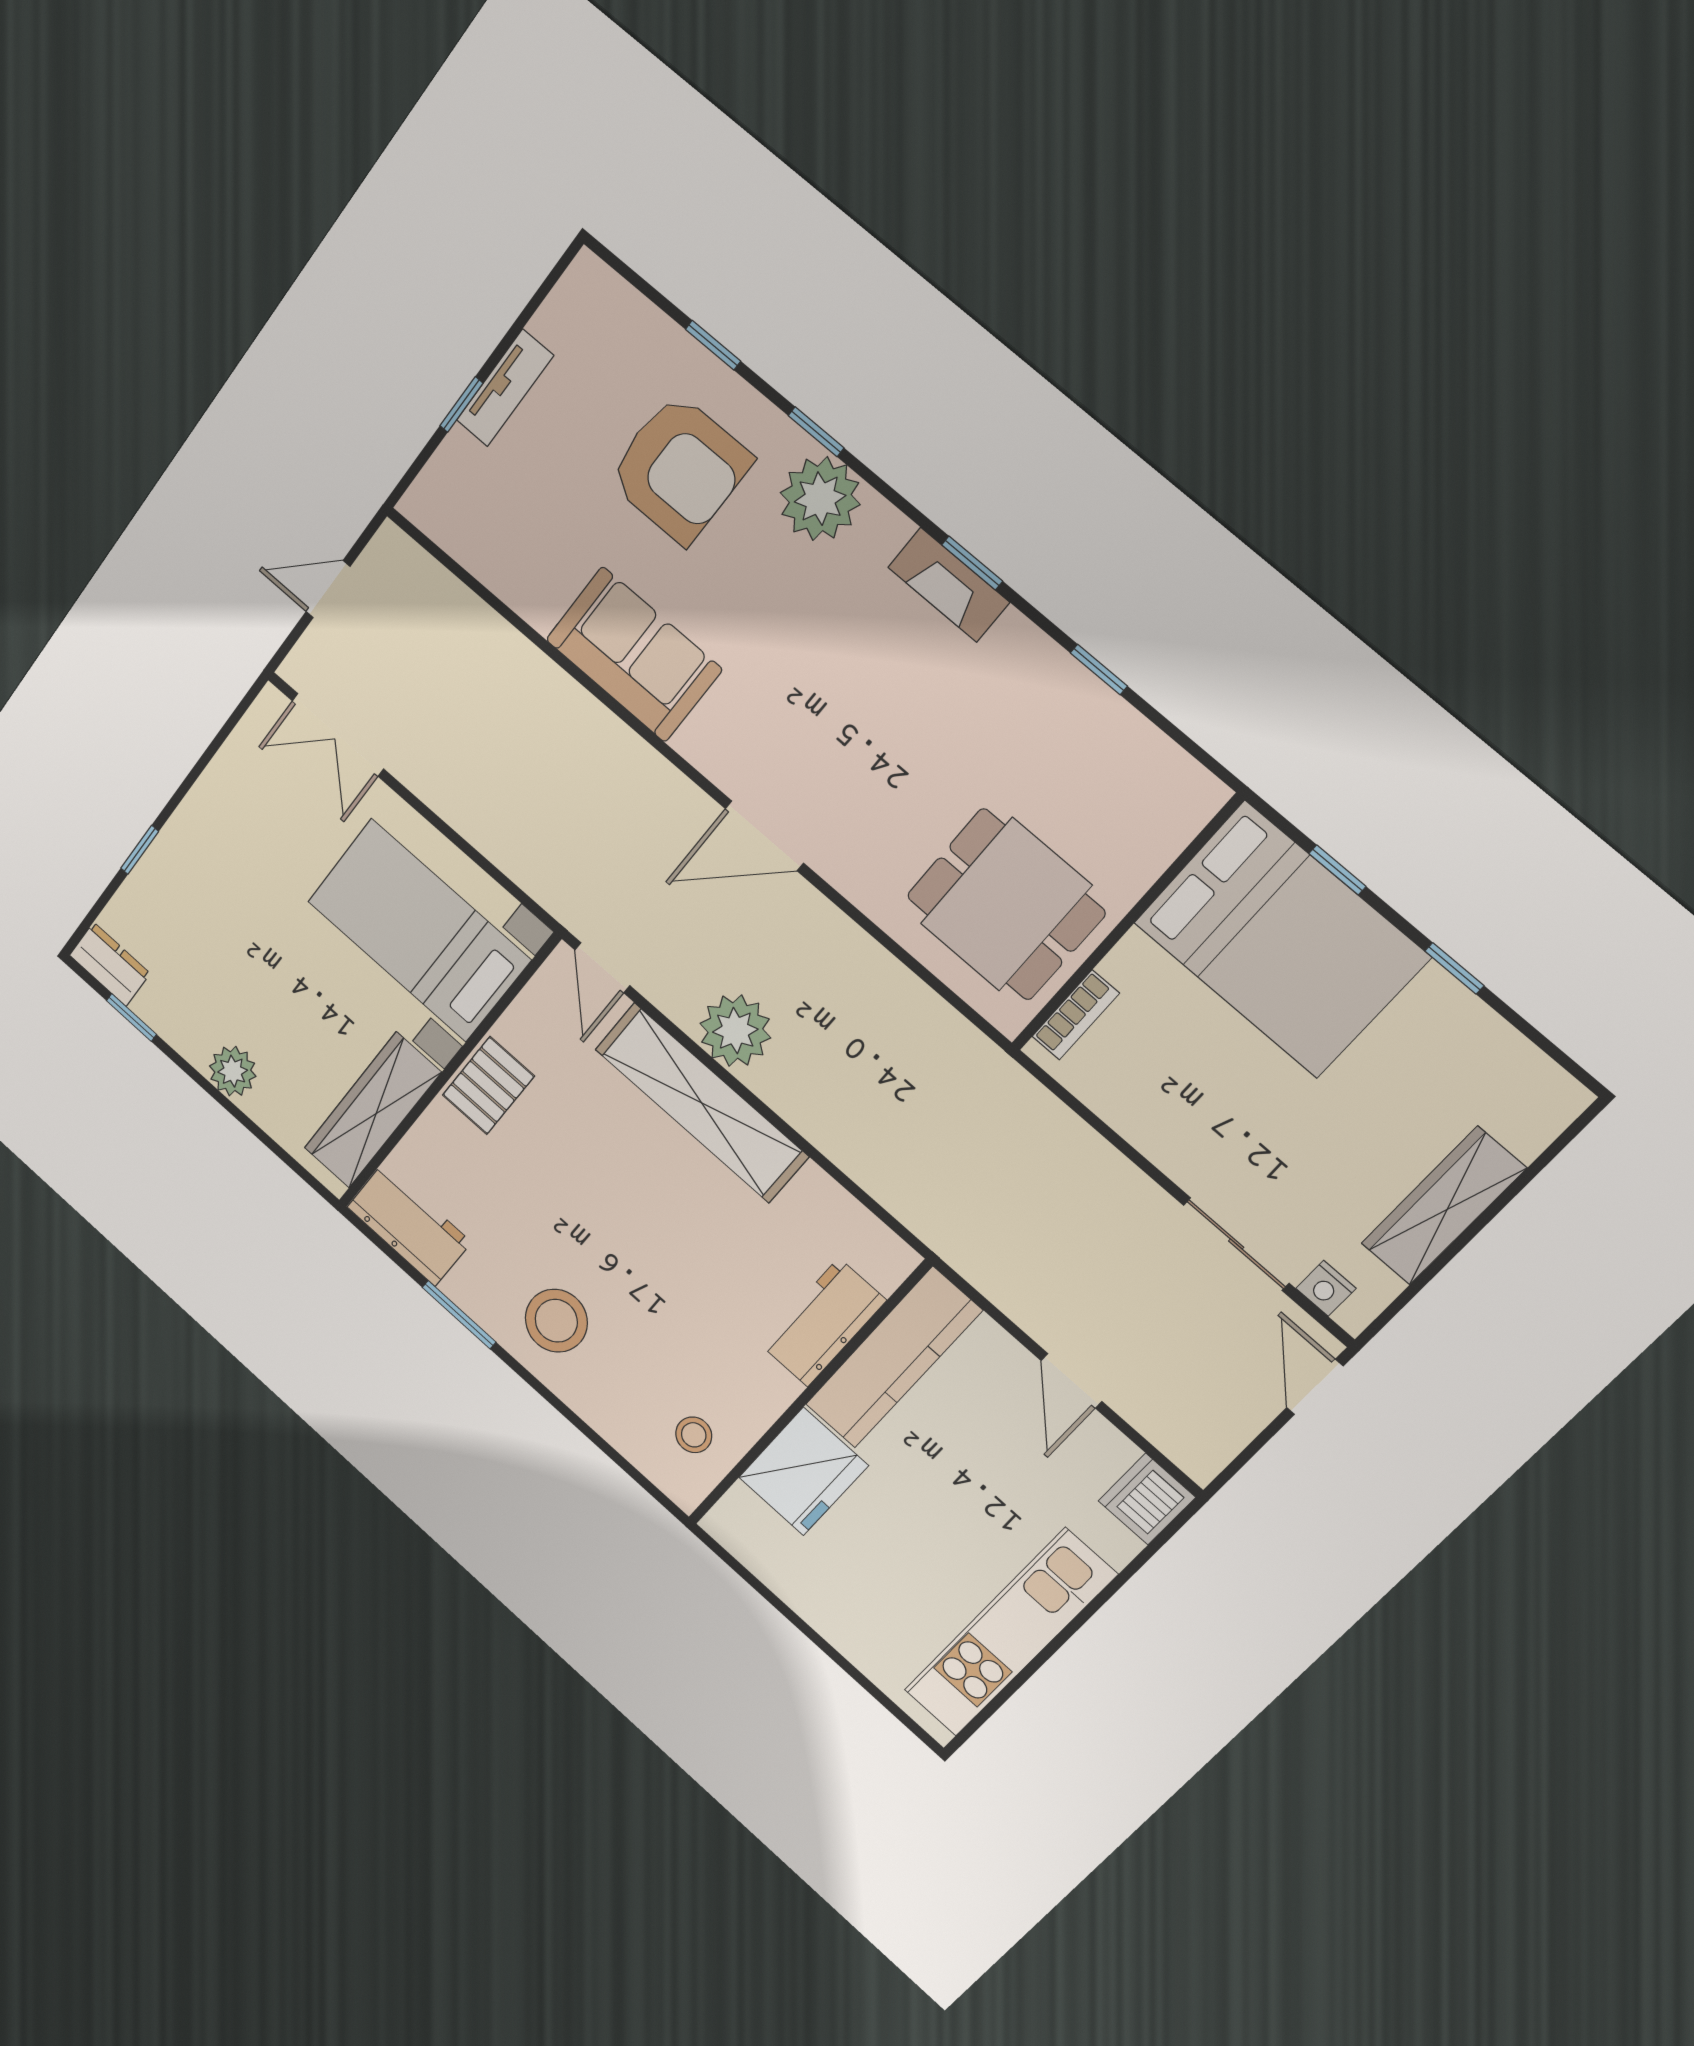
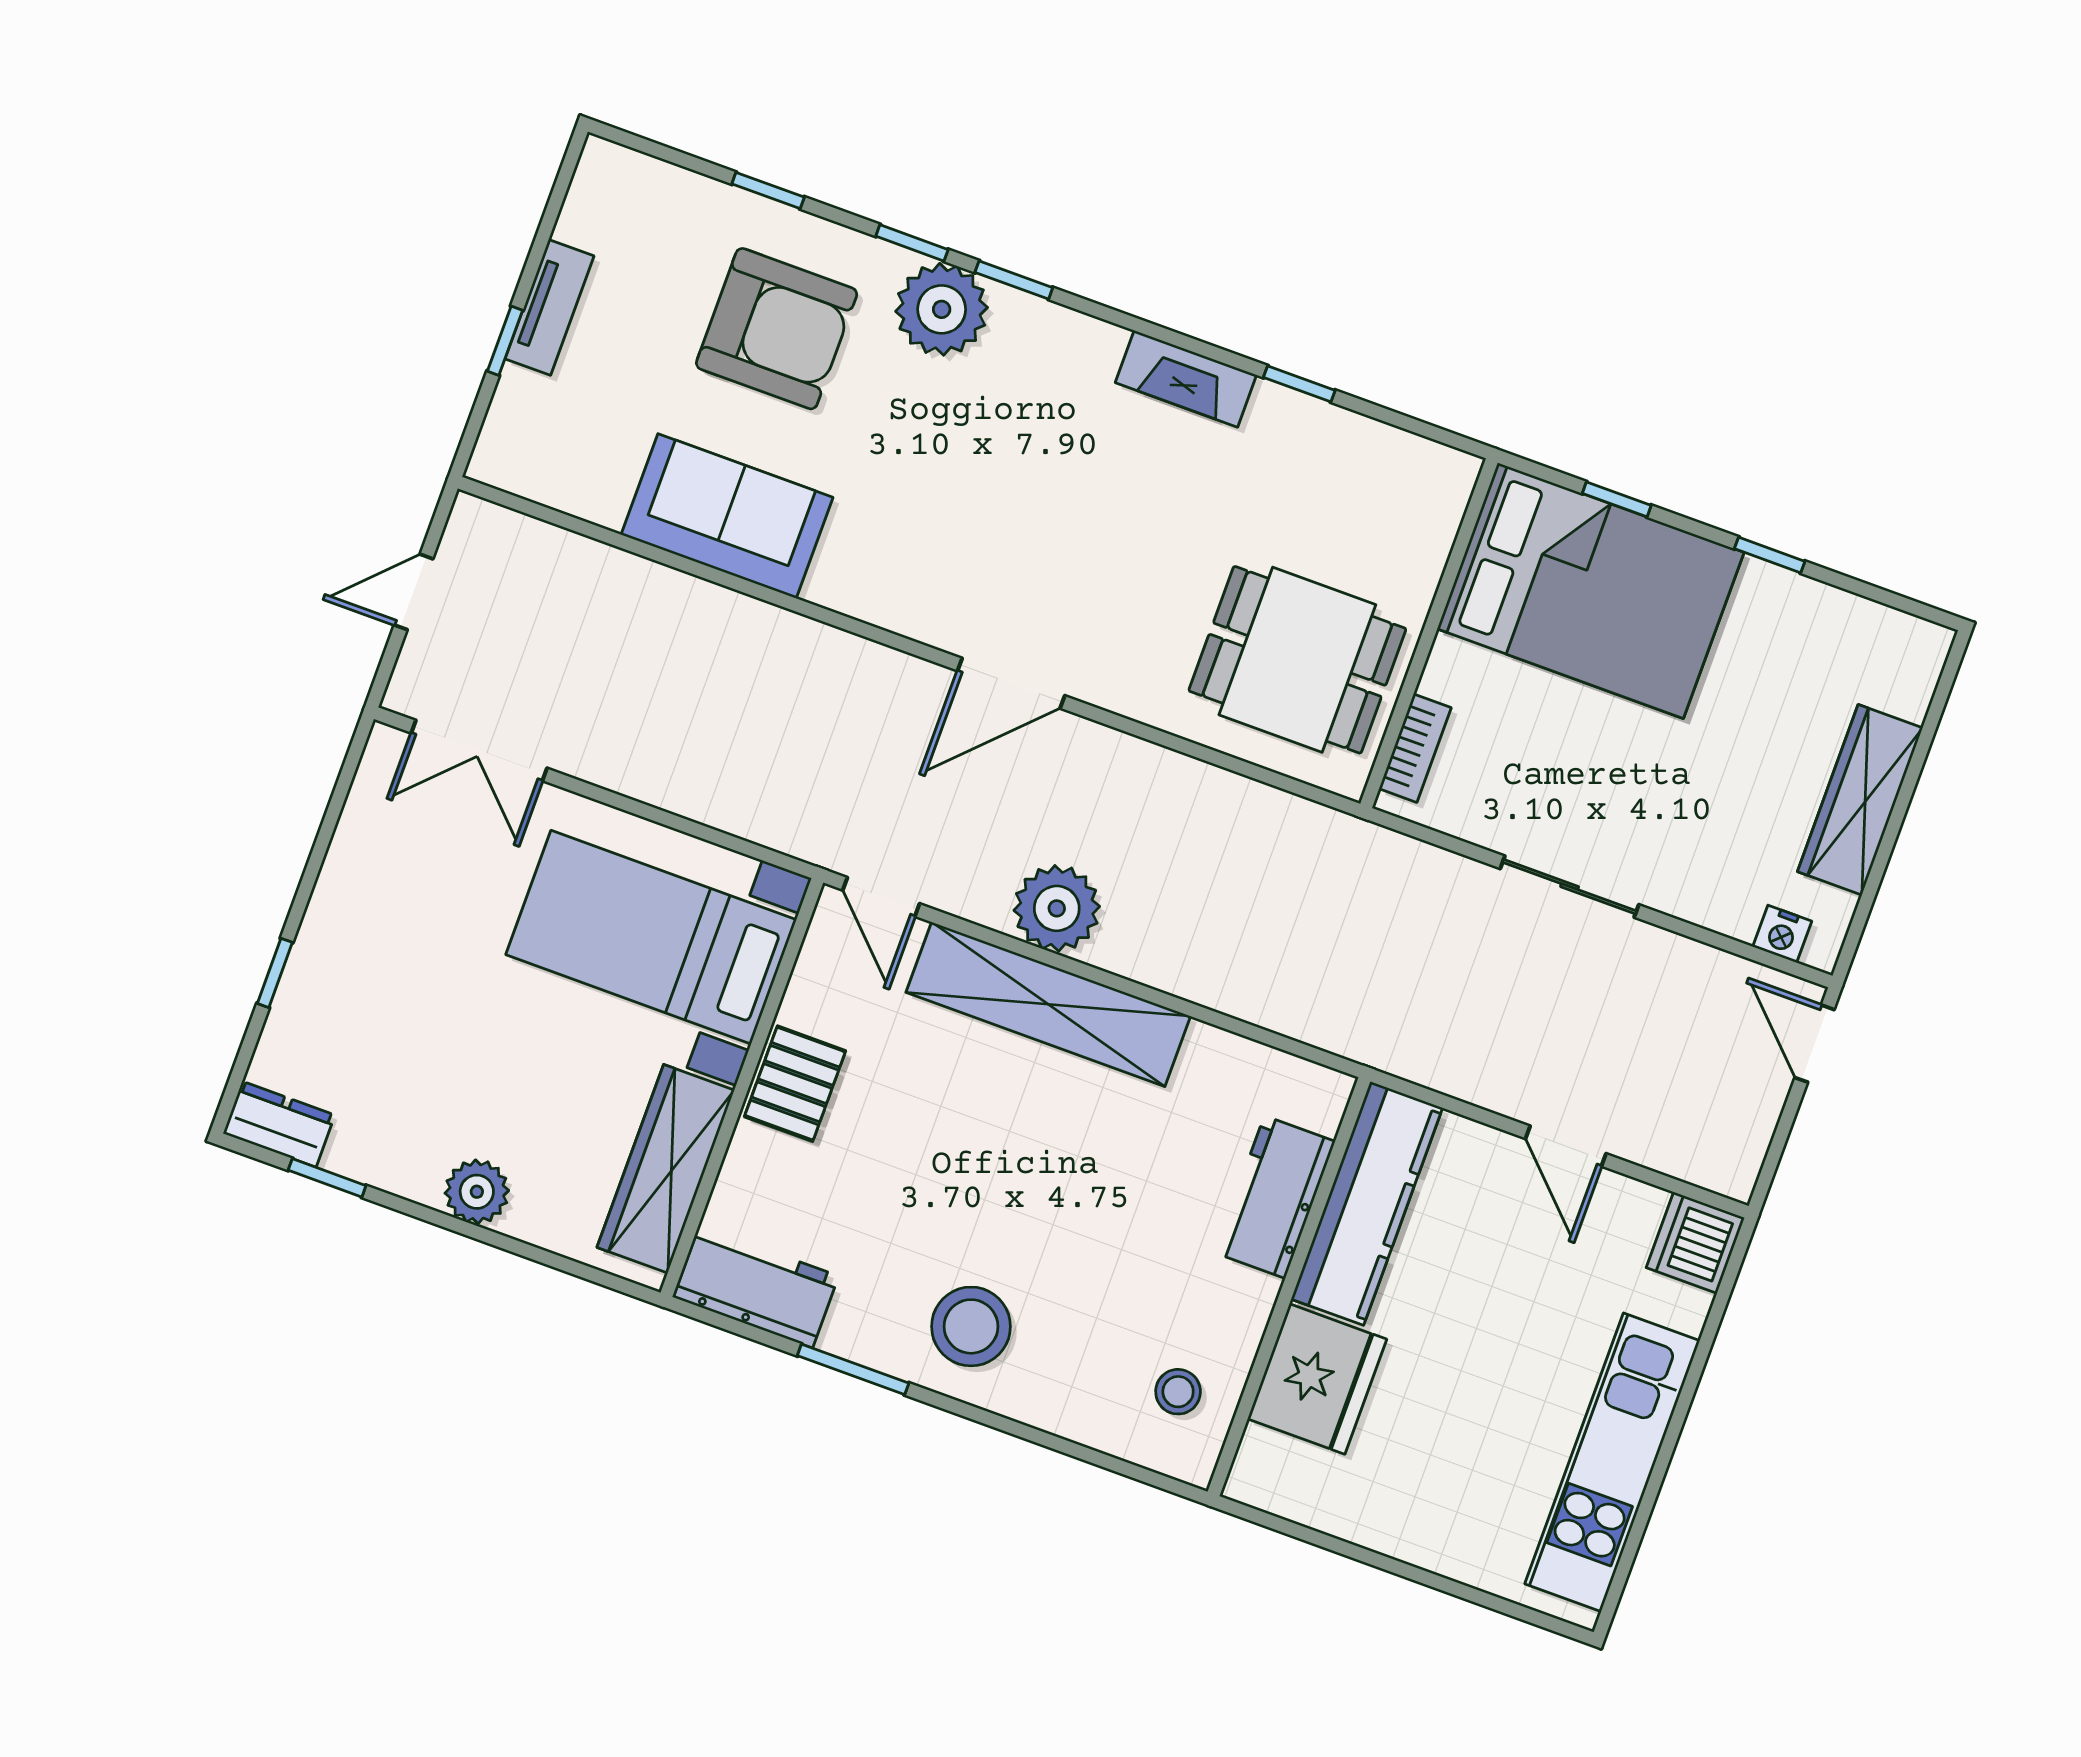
window: (972, 563) -> (1014, 280), moved
fireplace: (949, 585) -> (1186, 379), moved
sofa: (634, 654) -> (727, 516), moved
sliding door: (1236, 1244) -> (1570, 887), moved

